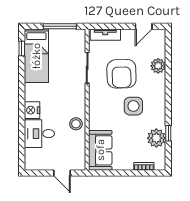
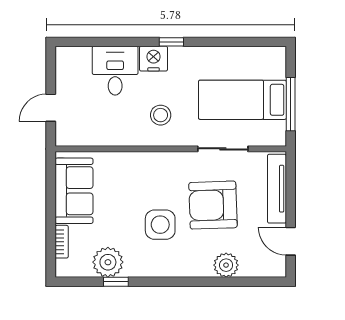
tv unit: (105, 35) -> (277, 189), width x1.41
window: (22, 48) -> (171, 42), moved
bed: (36, 56) -> (242, 100), moved
stool: (76, 124) -> (161, 115), moved
sofa: (100, 150) -> (74, 191), moved, turned -90

